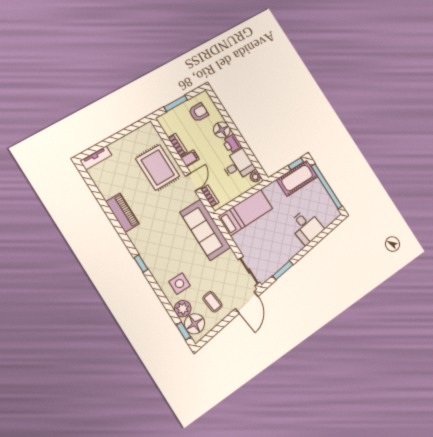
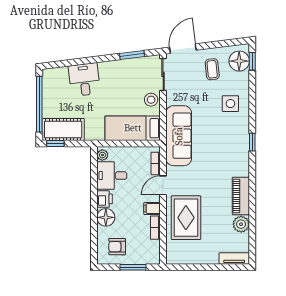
stool: (246, 245) -> (151, 100), added
plant: (183, 309) -> (241, 224), moved

